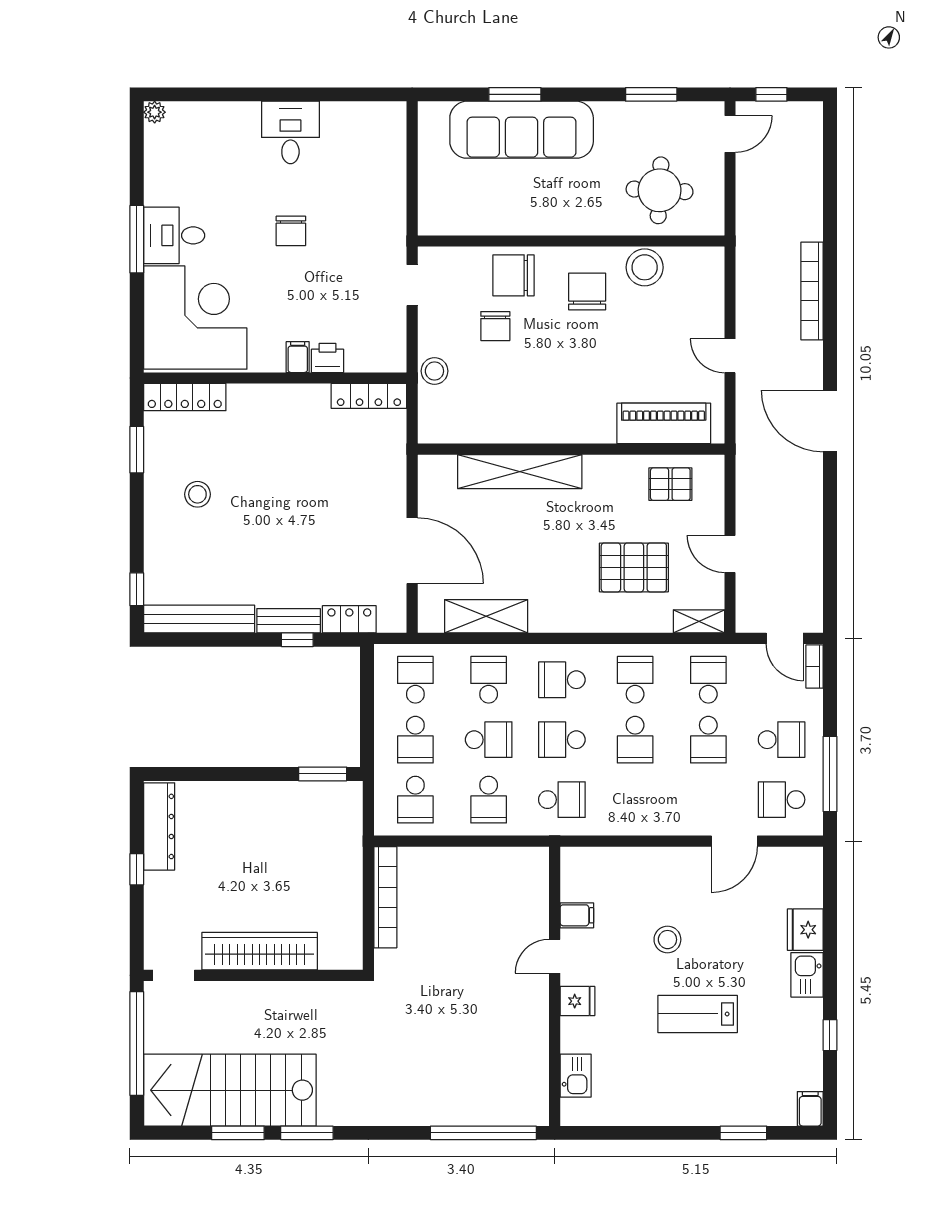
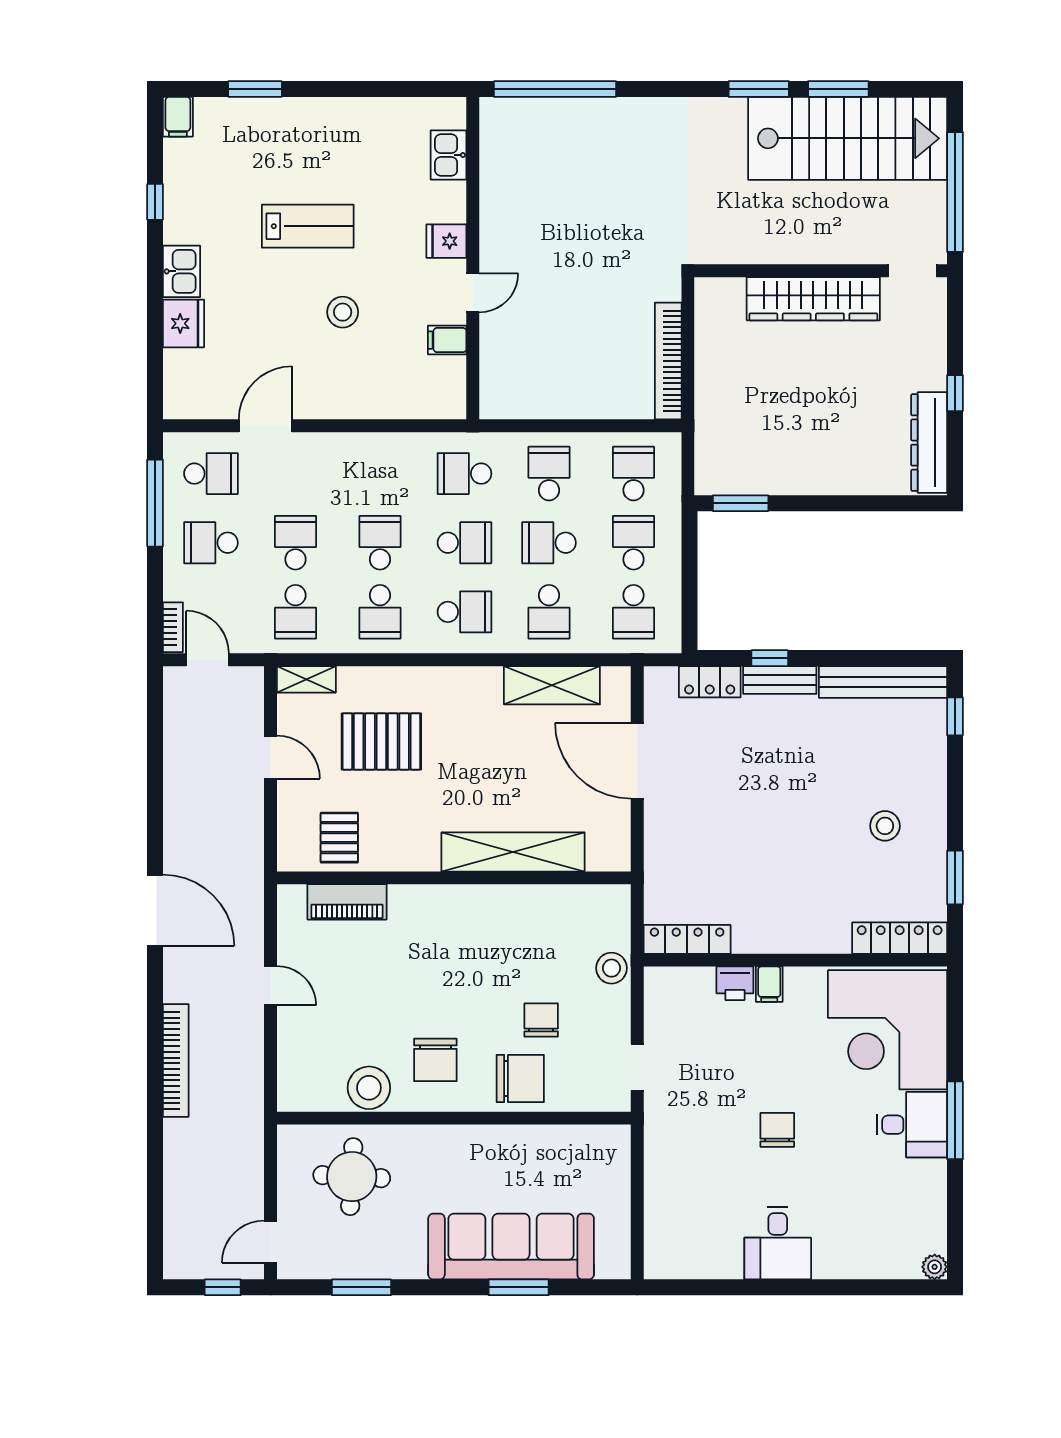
piano: (664, 423) -> (347, 902), width x0.73, depth x0.75
pallet: (670, 484) -> (339, 838), turned 90

